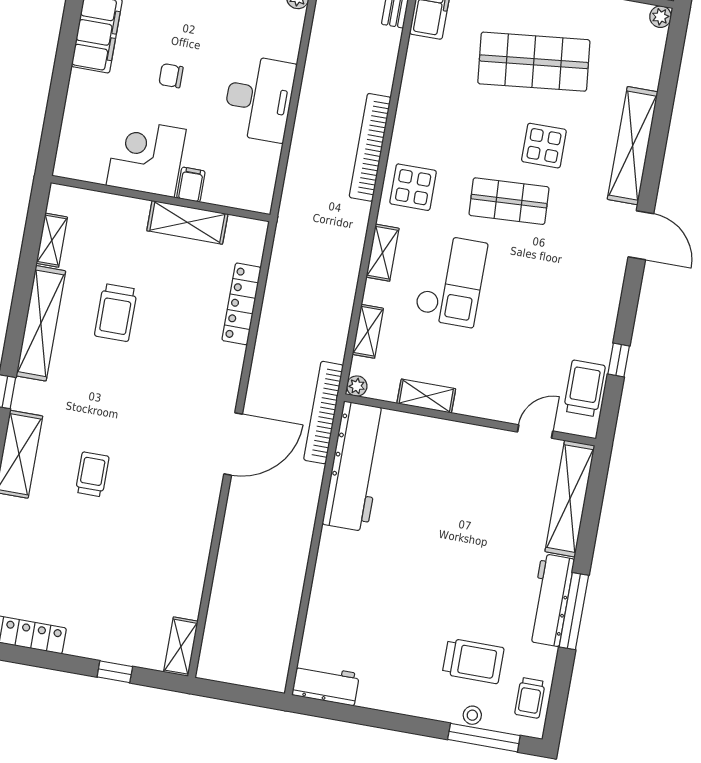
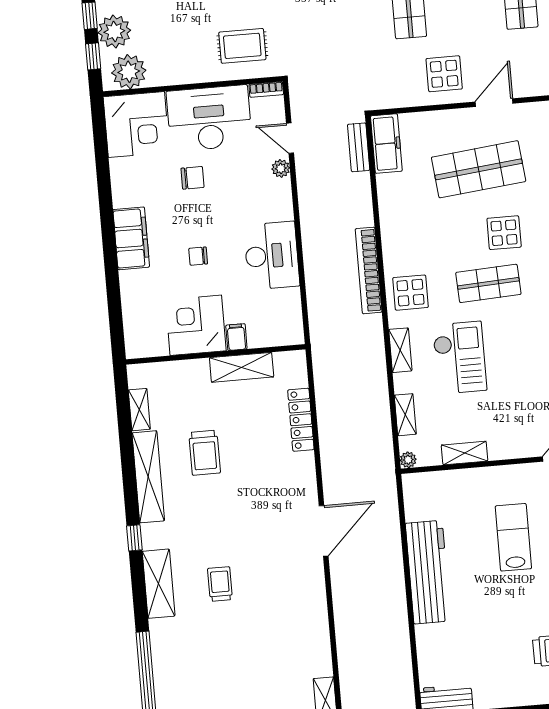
bookcase: (323, 413) -> (388, 487), removed
workbench: (355, 466) -> (428, 572), moved
lab bench: (458, 512) -> (513, 537), added

